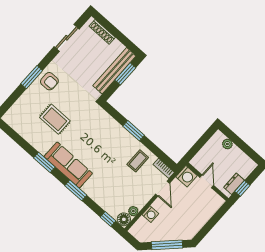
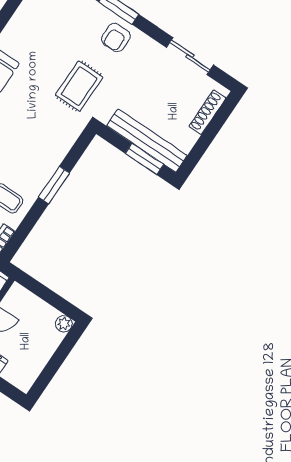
rug: (55, 119) -> (79, 86), moved
plant: (227, 144) -> (64, 324), moved

